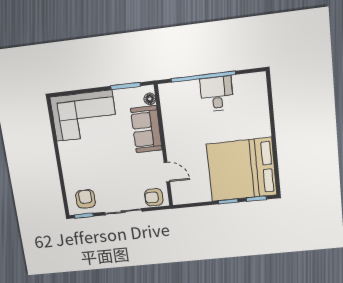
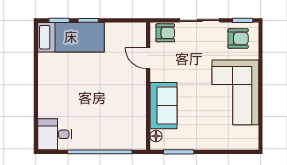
desk: (217, 94) -> (55, 134), moved, turned 90
corner sofa: (84, 116) -> (235, 92), moved, turned -90
bed: (242, 170) -> (71, 37), width x0.49
armchair: (86, 199) -> (238, 38), turned -90

